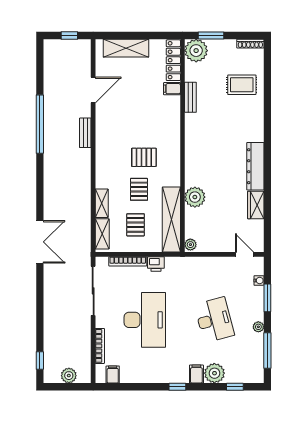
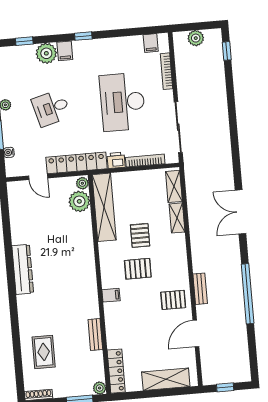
plant: (196, 51) -> (100, 388), width x0.53, depth x0.53
rug: (242, 85) -> (44, 352), turned 90
filing cabinet: (172, 89) -> (111, 295), moved
plant: (195, 197) -> (79, 201), moved
wardrobe: (256, 205) -> (19, 230), removed
pallet: (136, 225) -> (173, 300), moved, turned 90
double door: (40, 242) -> (241, 212), moved
door: (245, 254) -> (38, 177), moved
locker: (194, 265) -> (76, 163), added
desk: (214, 320) -> (51, 108), width x0.73

